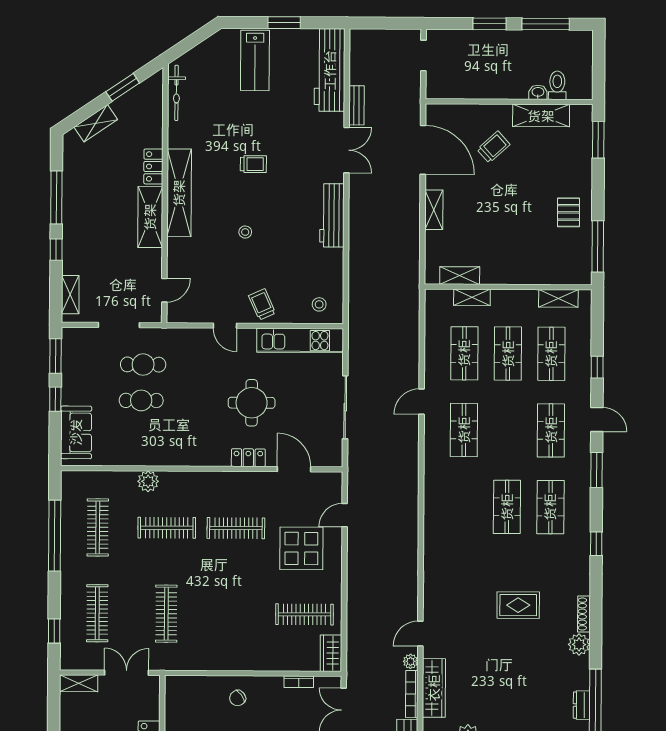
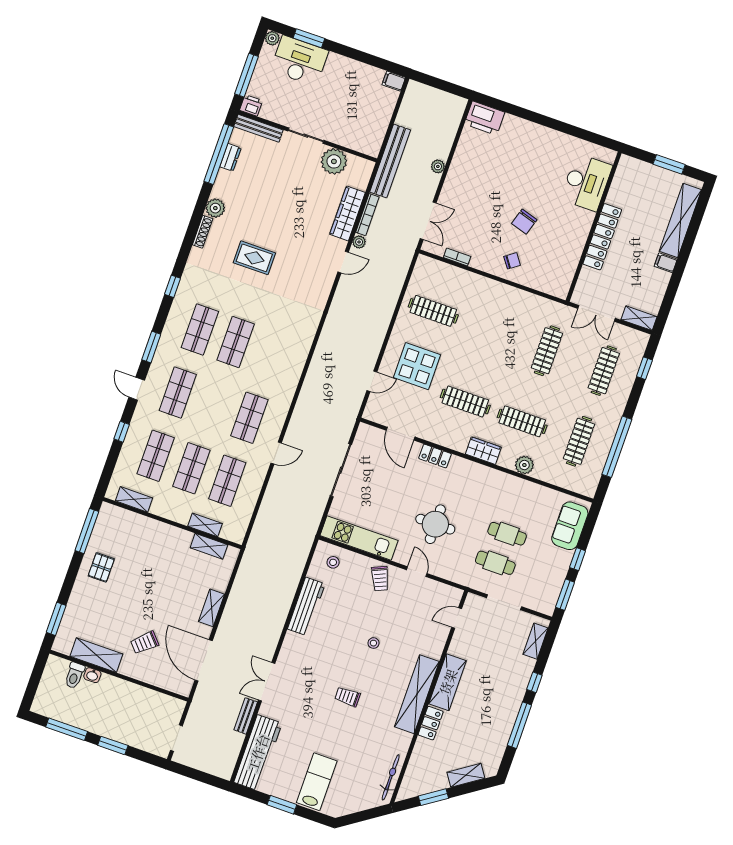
workbench: (332, 215) -> (306, 606), moved
round table: (252, 403) -> (435, 524), moved
wardrobe: (331, 653) -> (483, 451), moved, turned -90

